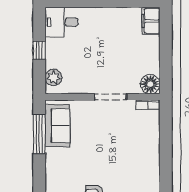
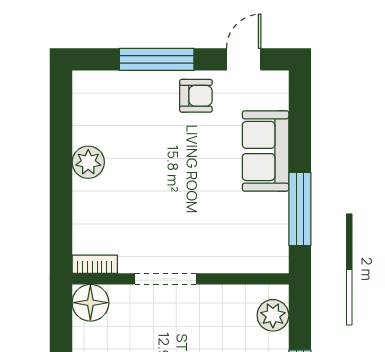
sofa: (57, 126) -> (266, 151), moved
plant: (151, 159) -> (88, 162), added

